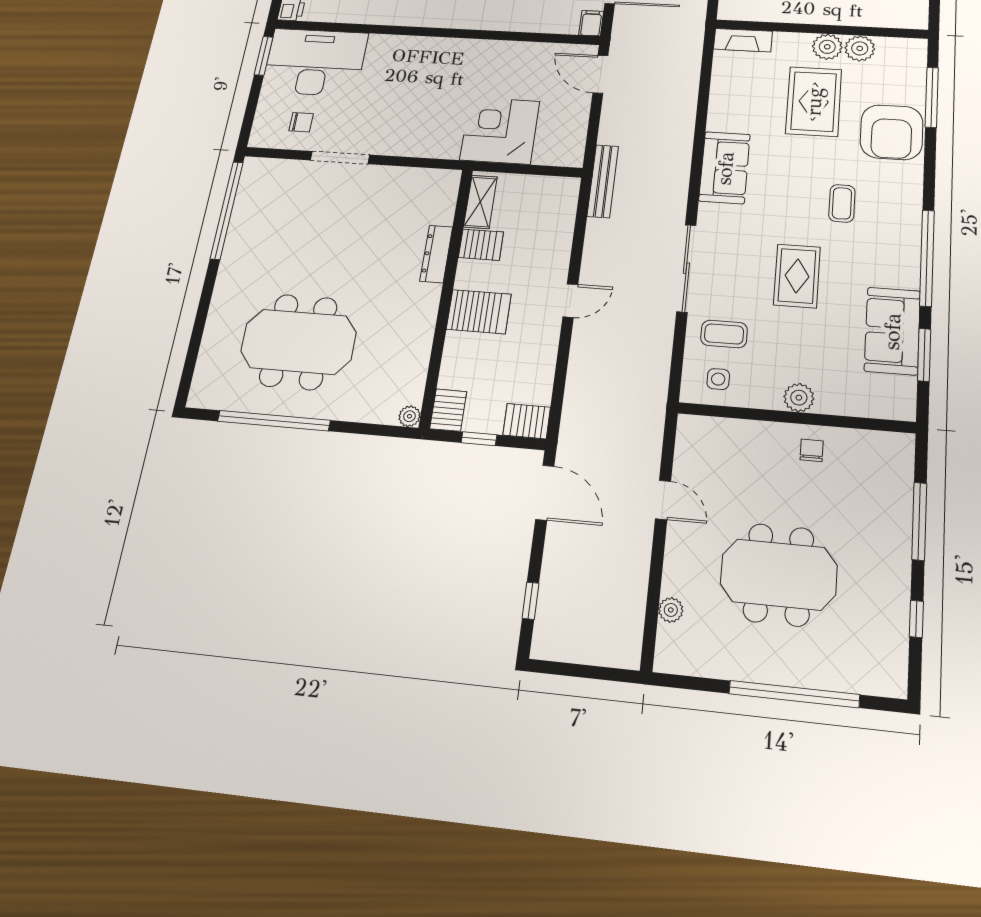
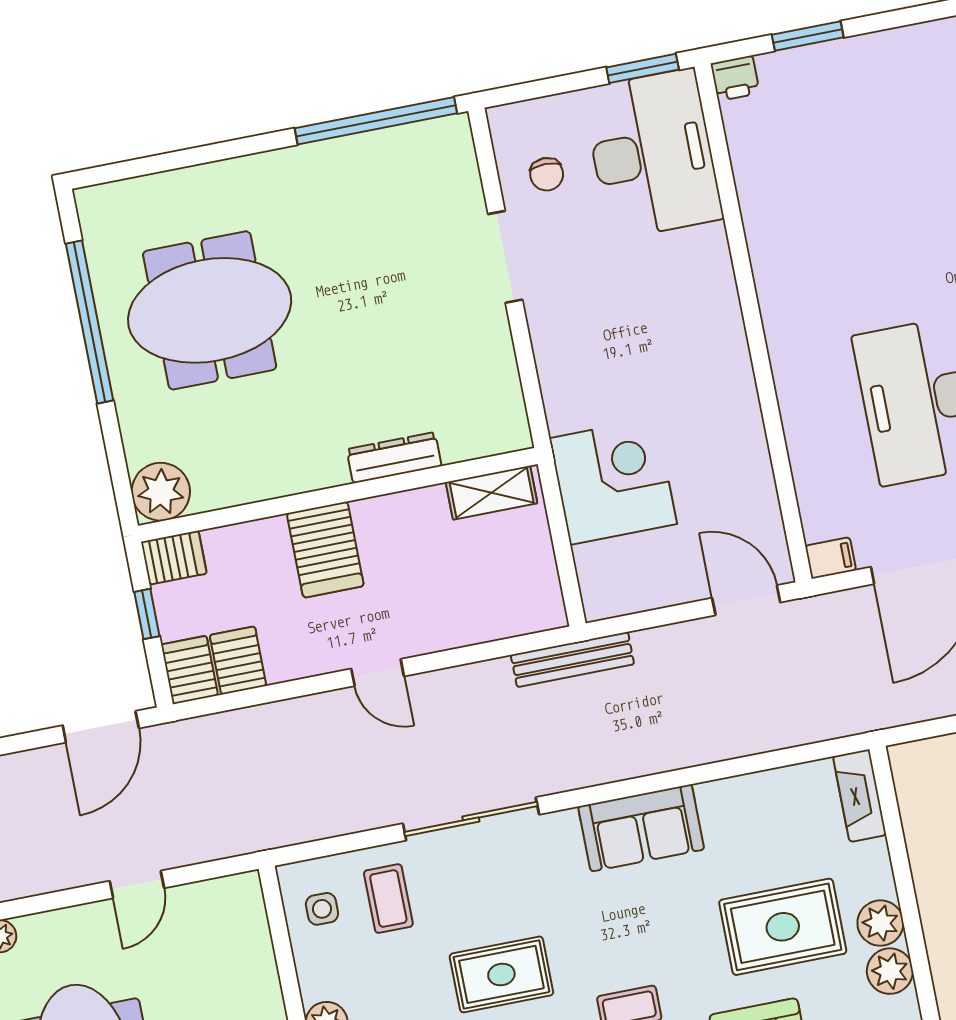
door: (600, 74) -> (746, 600), hinge flipped
server rack: (481, 245) -> (238, 660), moved, turned 180
meeting table: (298, 342) -> (210, 310), turned 90
plant: (409, 416) -> (161, 492), width x1.87, depth x1.87

